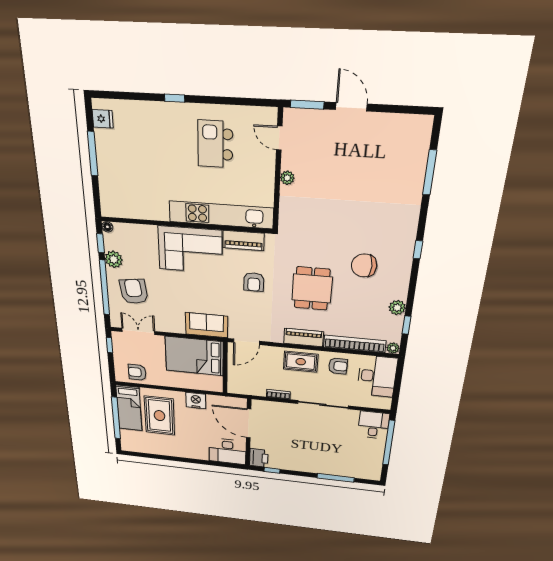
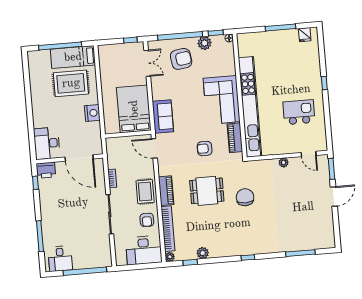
door: (279, 138) -> (309, 154), swing flipped
kitchen unit: (221, 215) -> (250, 107), width x1.36
chair: (364, 265) -> (245, 197), moved
armchair: (137, 372) -> (109, 63), removed
door: (249, 423) -> (79, 158), swing flipped
desk: (373, 425) -> (60, 259), moved, turned 90

